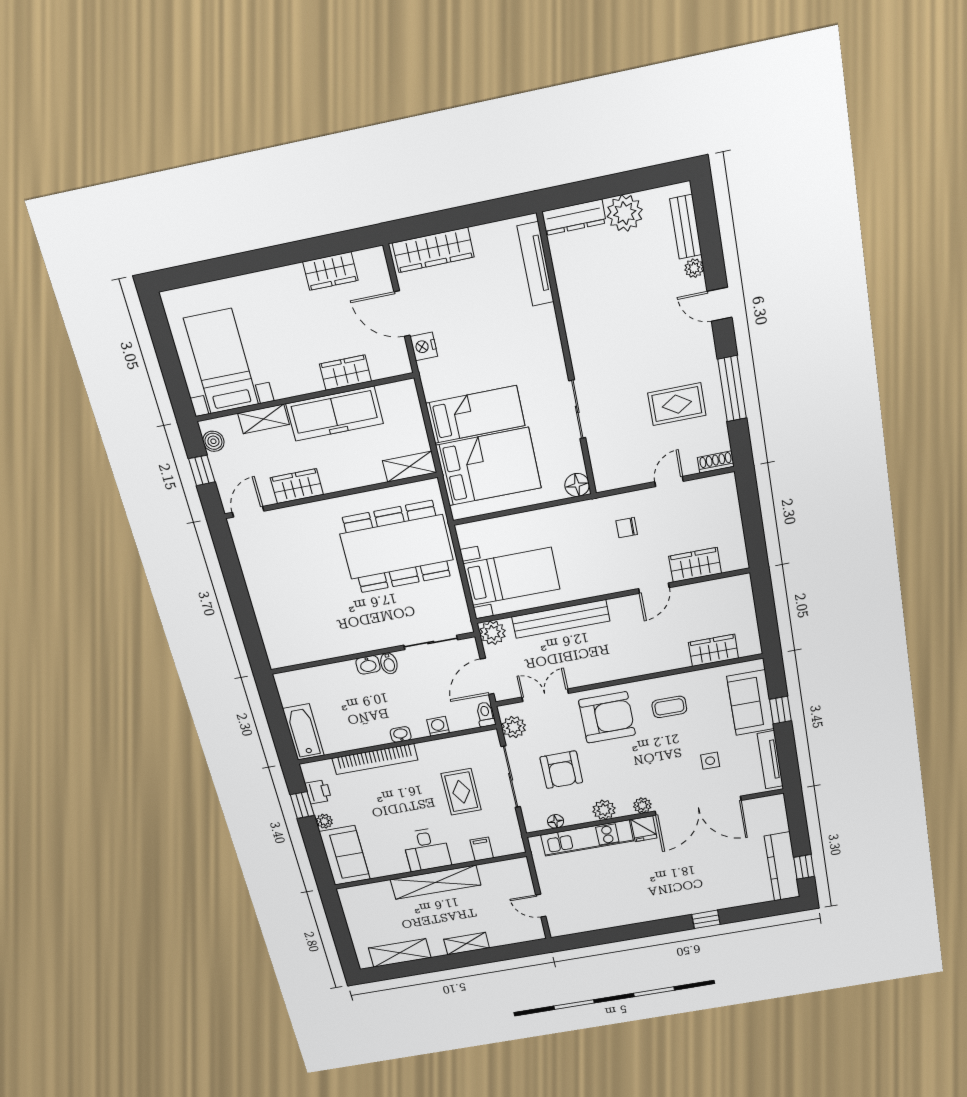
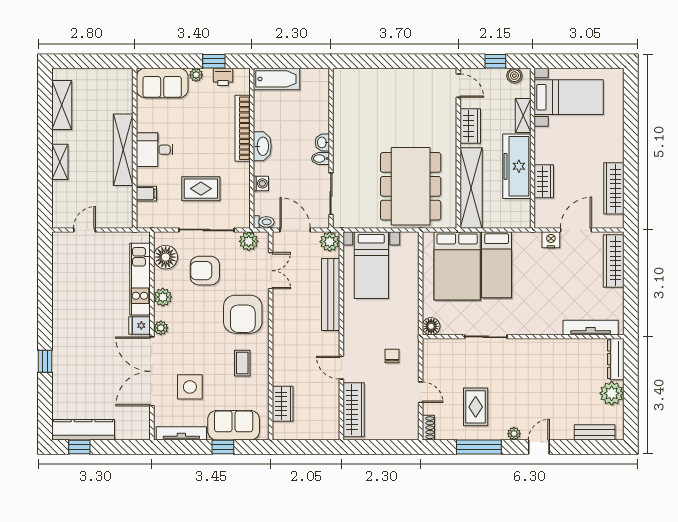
plant: (694, 268) -> (514, 434), moved
wardrobe: (330, 271) -> (614, 188), width x1.50
shelving: (410, 467) -> (471, 188), width x2.20, depth x1.33
wardrobe: (695, 565) -> (354, 410), width x1.50
washbasin: (401, 734) -> (262, 146), width x1.91, depth x1.45
side table: (710, 761) -> (190, 387), width x1.87, depth x1.87
floor lamp: (556, 821) -> (166, 257), width x1.89, depth x1.89

